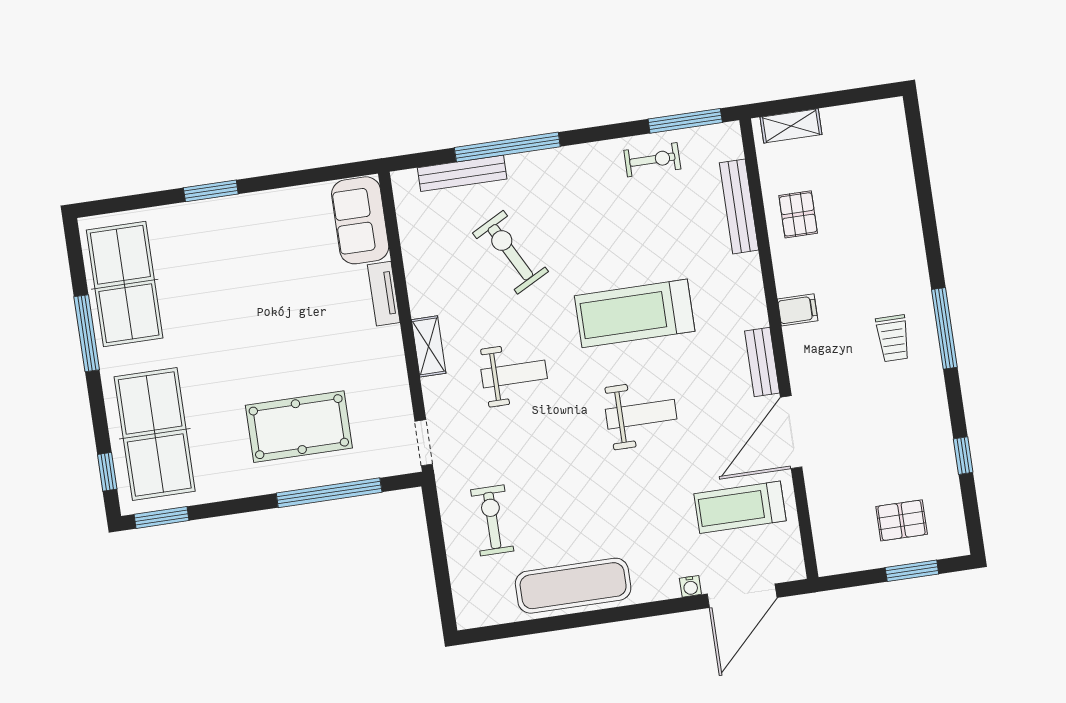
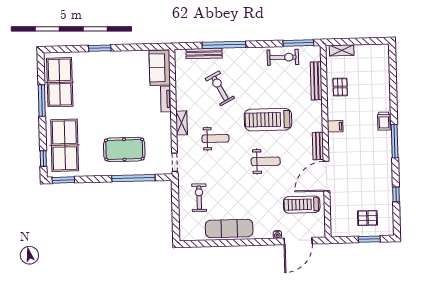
exercise bike: (652, 160) -> (283, 57), width x1.38, depth x1.39
trolley: (893, 338) -> (384, 121), moved

